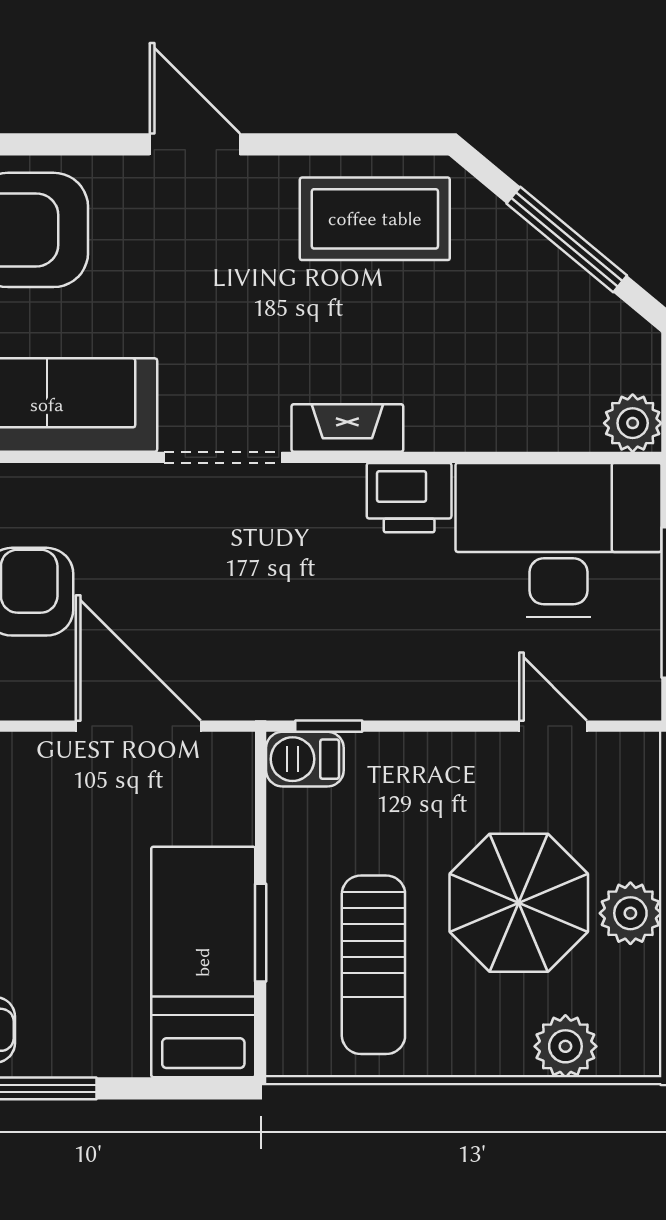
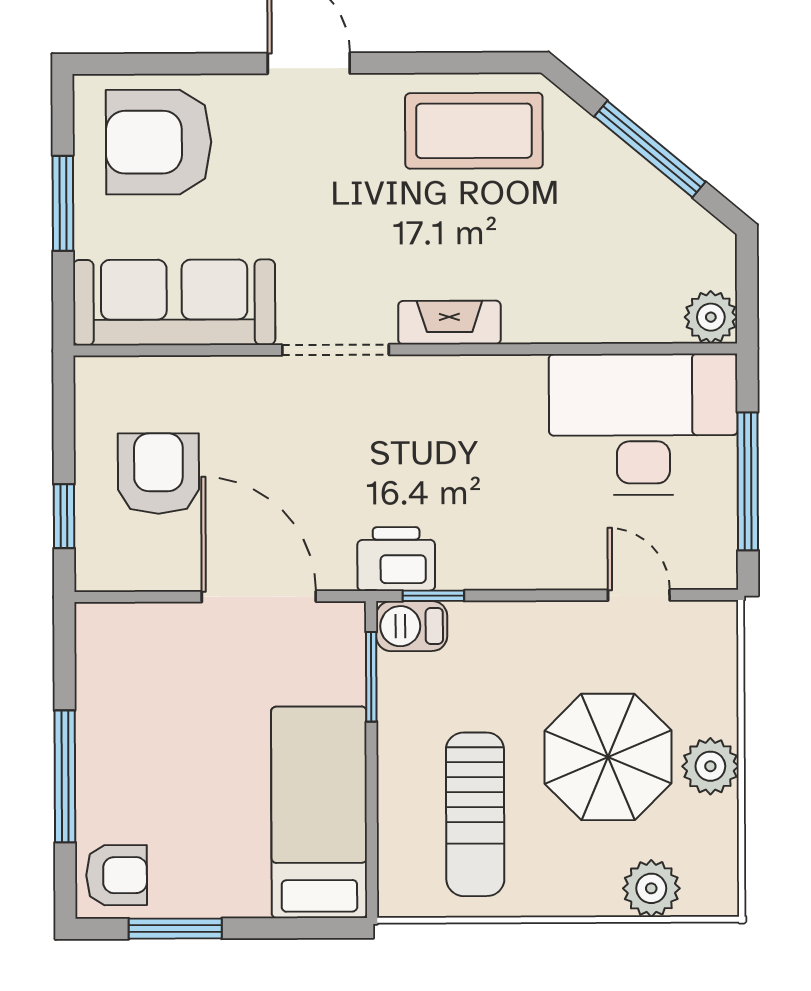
printer: (409, 498) -> (396, 559), moved, turned 180
window: (261, 933) -> (371, 677), moved

